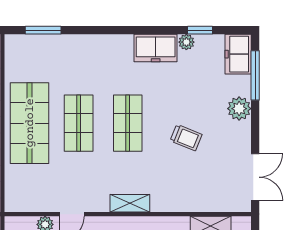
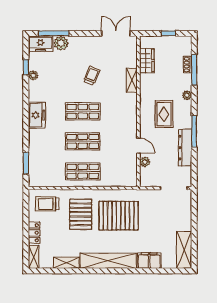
freezer: (156, 48) -> (37, 115), moved
plant: (239, 109) -> (61, 43), moved
shop shelf: (30, 123) -> (83, 171), width x0.70, depth x0.74
shelving: (130, 203) -> (132, 80), moved

